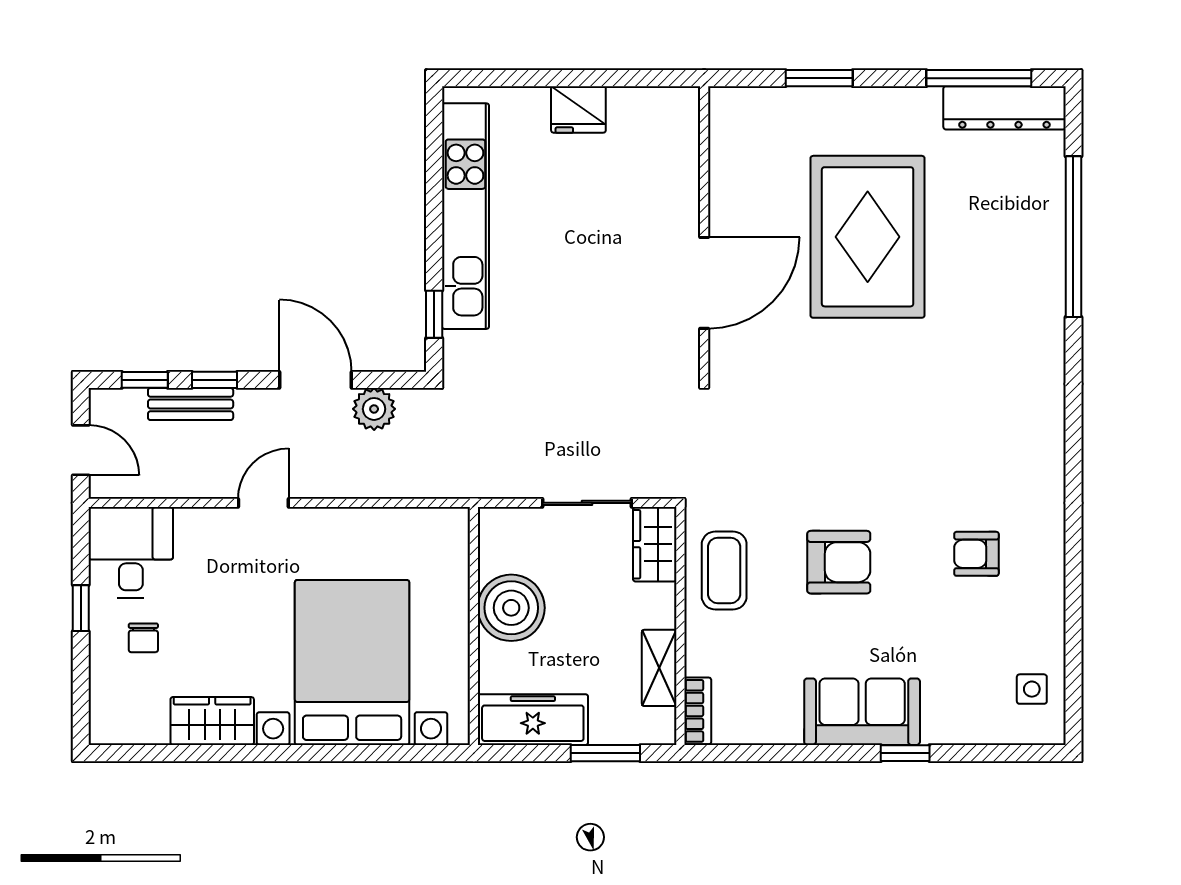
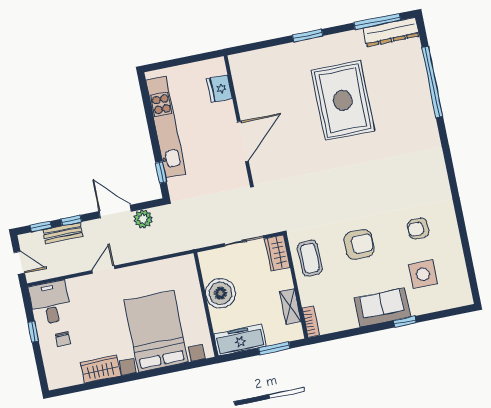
fridge: (578, 109) -> (220, 89), moved, turned 90
wall: (704, 233) -> (238, 120), moved
door: (704, 283) -> (243, 141), moved
side table: (1032, 689) -> (423, 274), moved, width x1.87, depth x1.87

